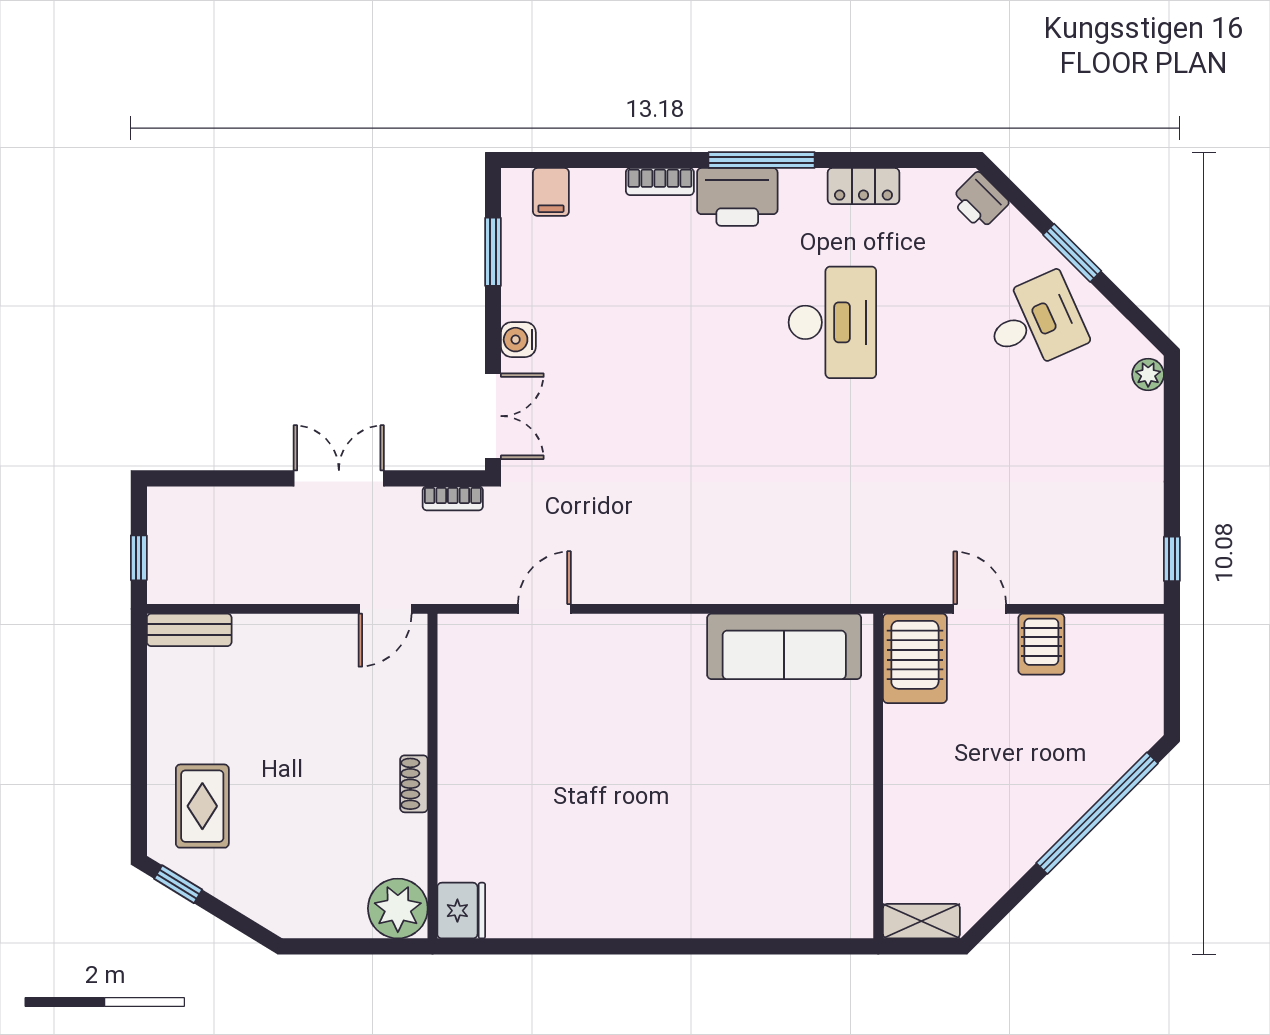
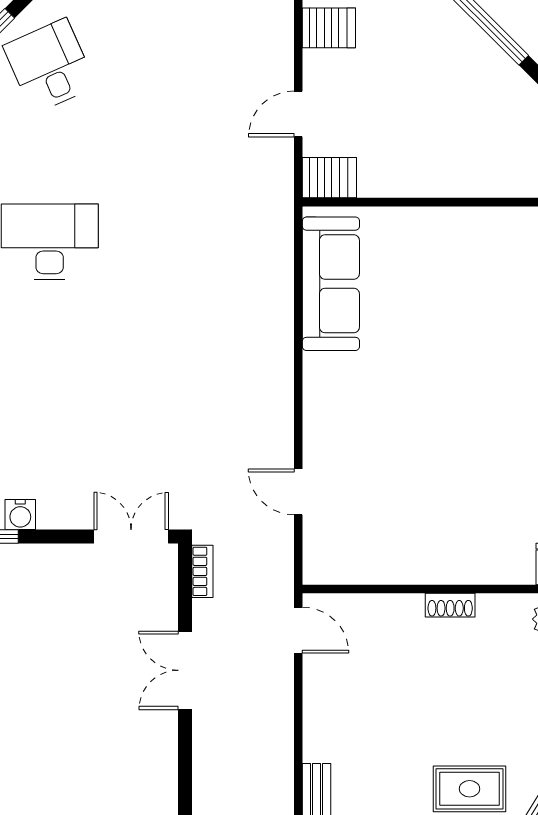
water cooler: (518, 340) -> (20, 514), moved
server rack: (1041, 644) -> (329, 28), moved
server rack: (915, 658) -> (329, 178), width x0.73, depth x0.70

